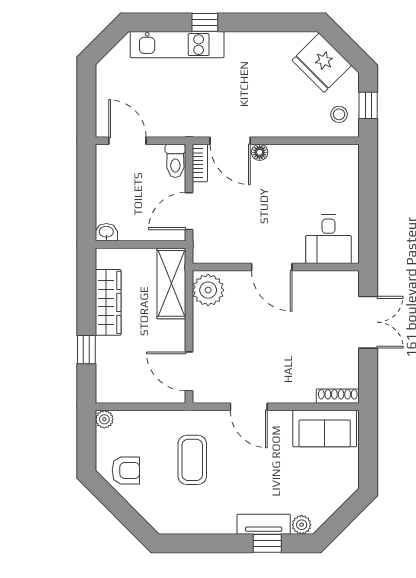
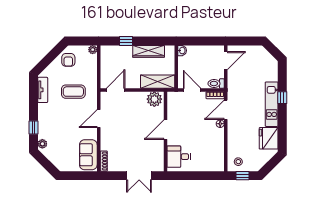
kitchen unit: (177, 45) -> (272, 104), moved
fridge: (322, 63) -> (269, 138), moved, turned -45
tv unit: (264, 524) -> (43, 90), moved

